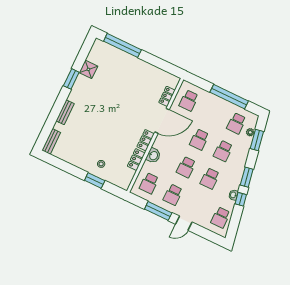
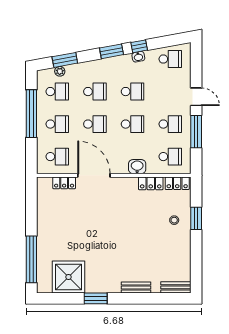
shower: (88, 69) -> (69, 277), width x1.86, depth x1.86
school desk: (213, 112) -> (57, 124), added
locker: (146, 140) -> (177, 183), moved

